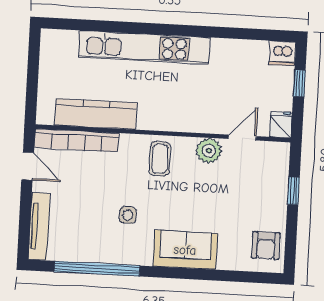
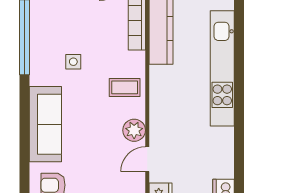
door: (242, 138) -> (147, 159), swing flipped
sofa: (185, 250) -> (45, 124), width x1.36

